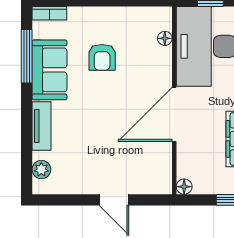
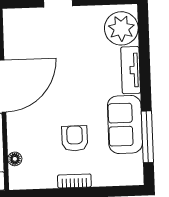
bookcase: (49, 13) -> (74, 181), moved
plant: (41, 170) -> (121, 28), width x1.87, depth x1.87

